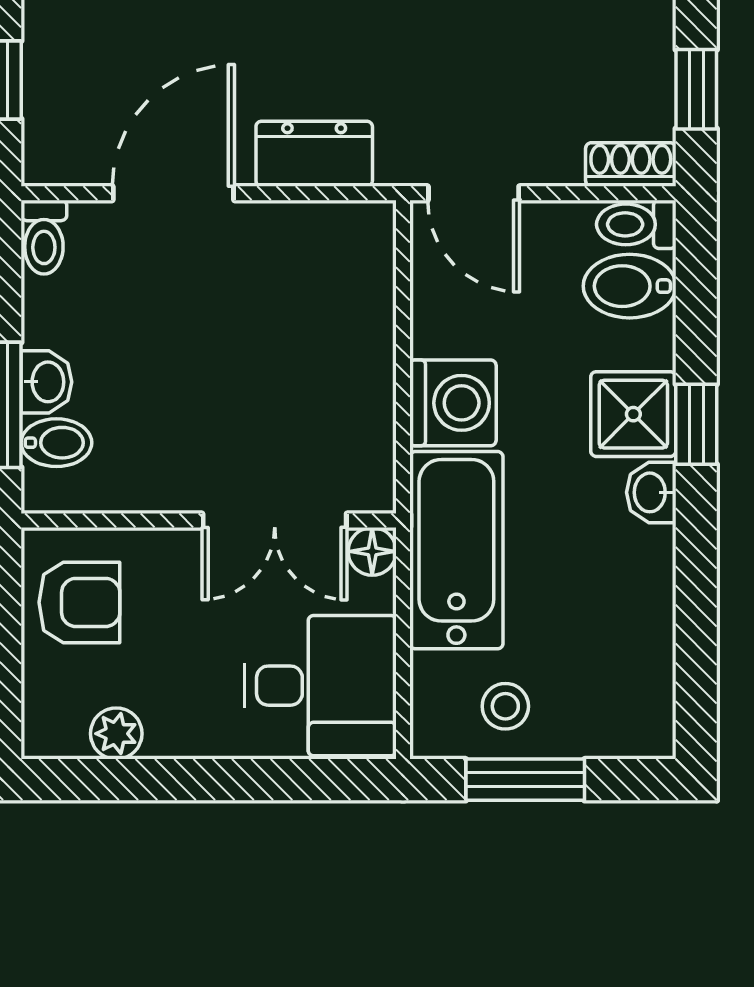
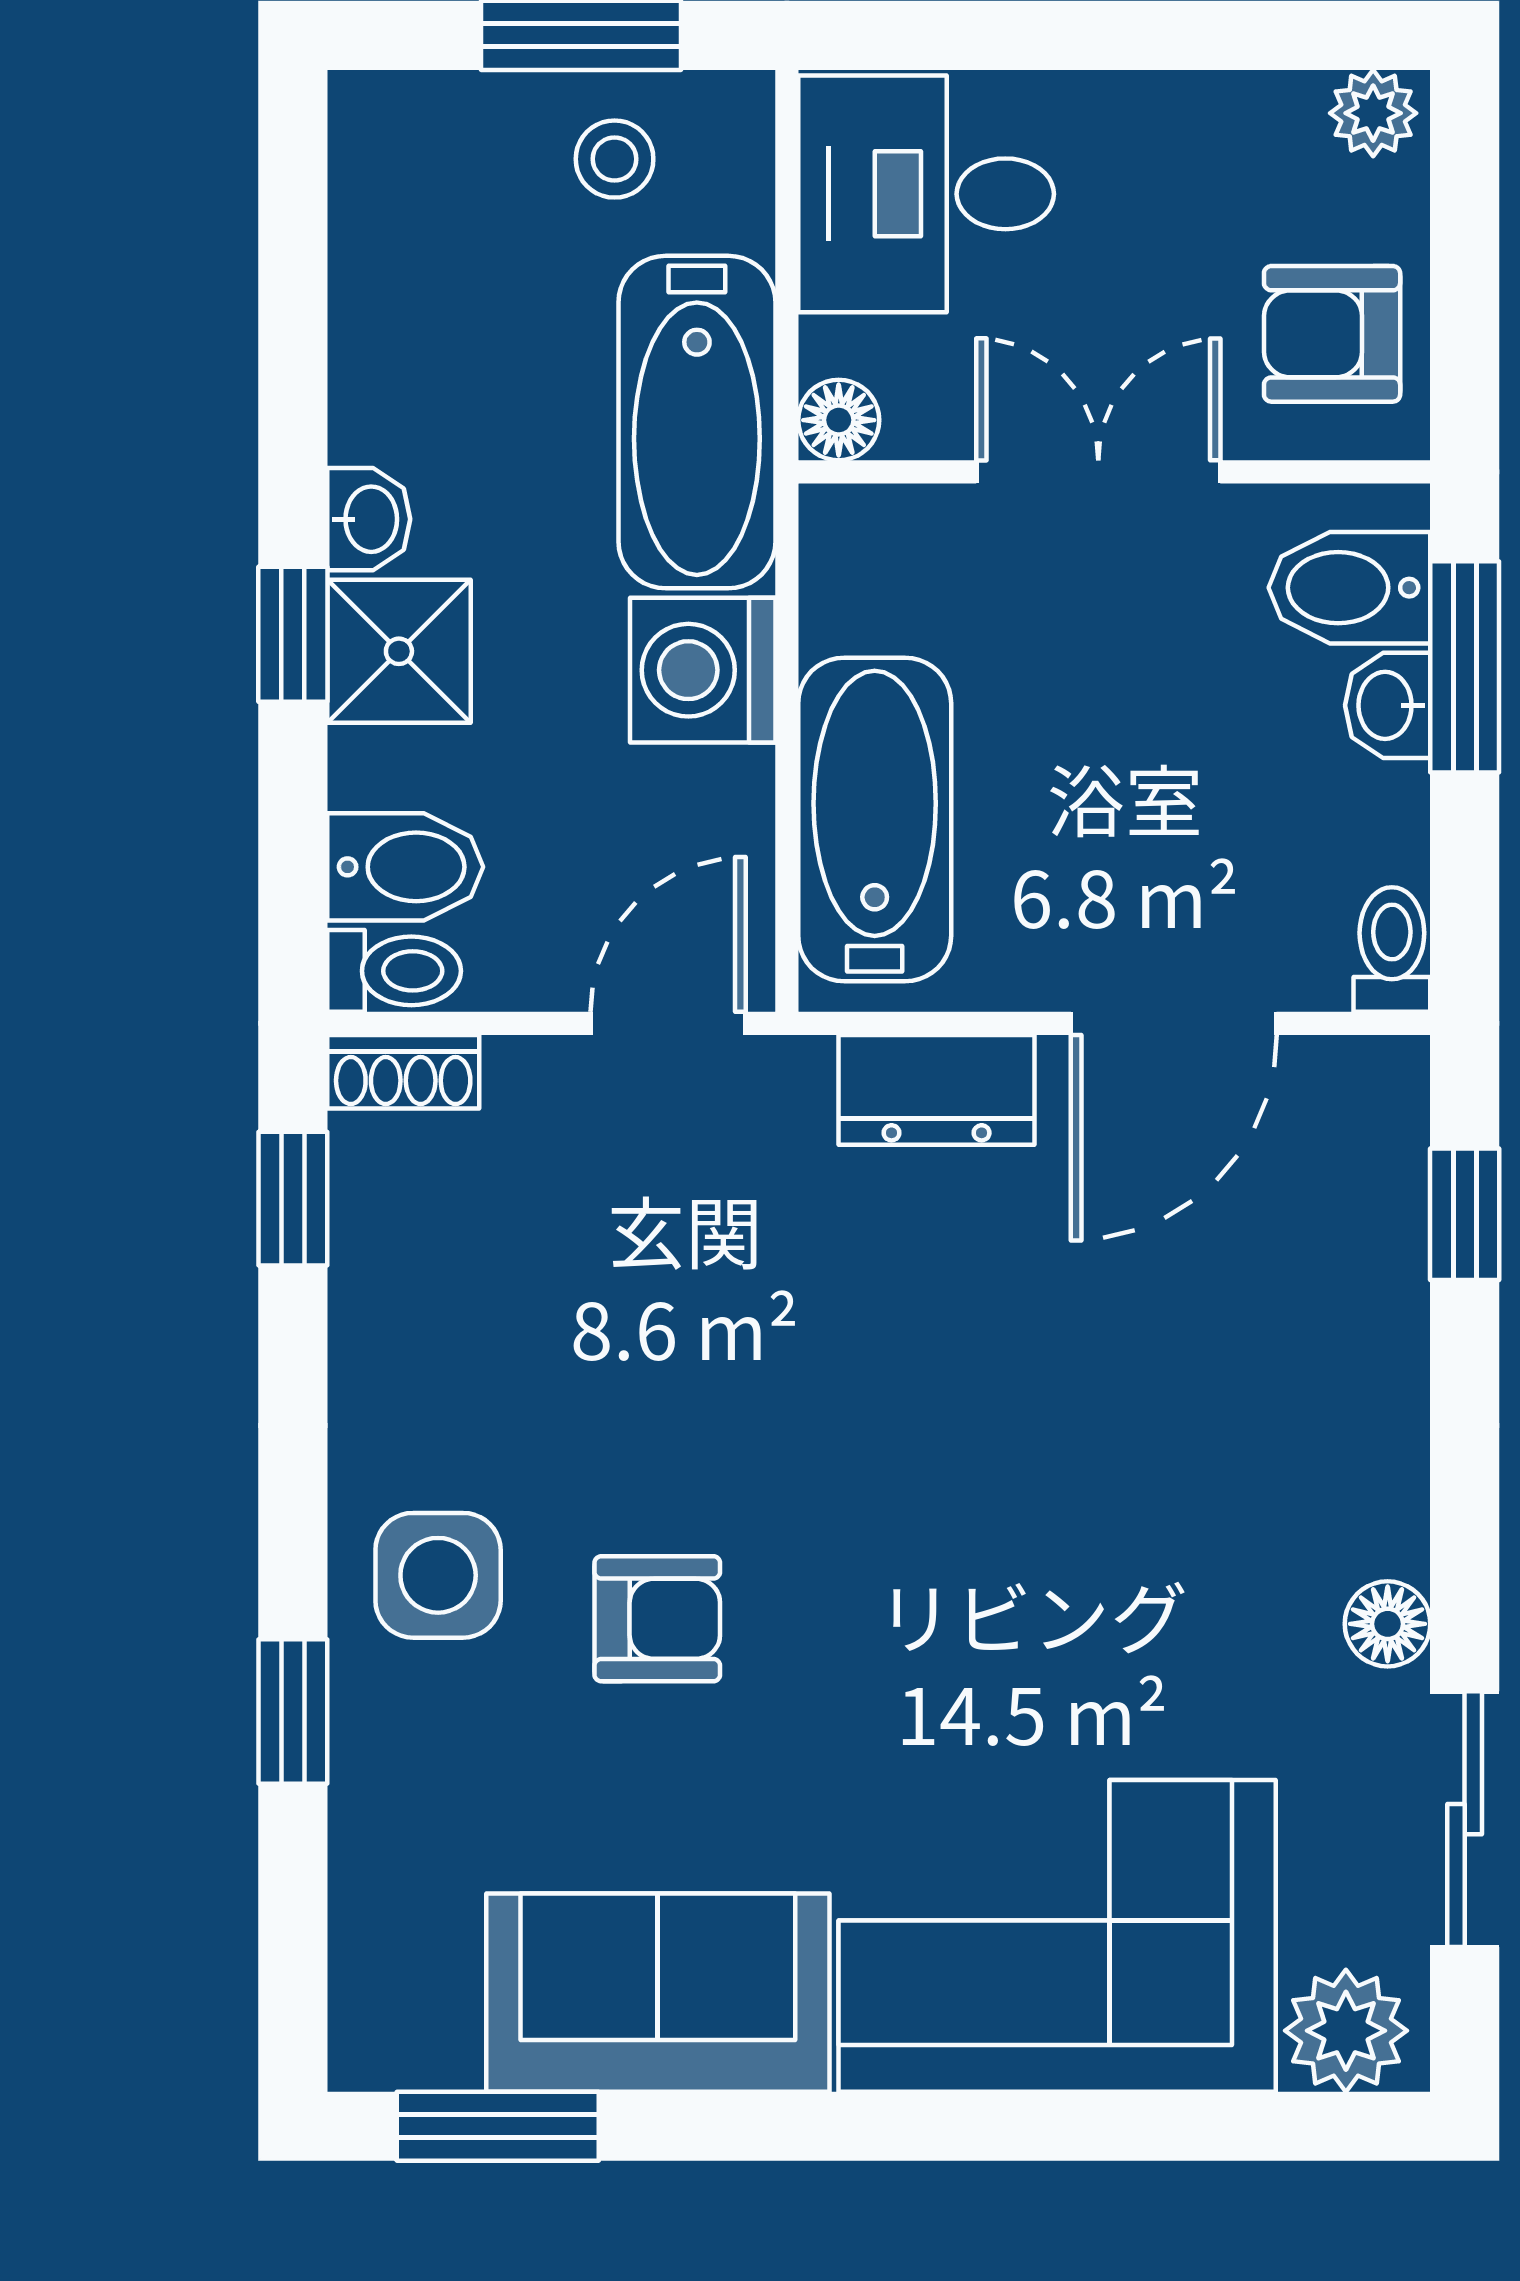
door: (474, 193) -> (668, 1023), hinge flipped
bathtub: (351, 314) -> (875, 819), added
bidet: (56, 443) -> (1349, 588), width x1.38, depth x1.36
double door: (275, 521) -> (1098, 472), moved
plant: (116, 734) -> (1373, 113), moved

